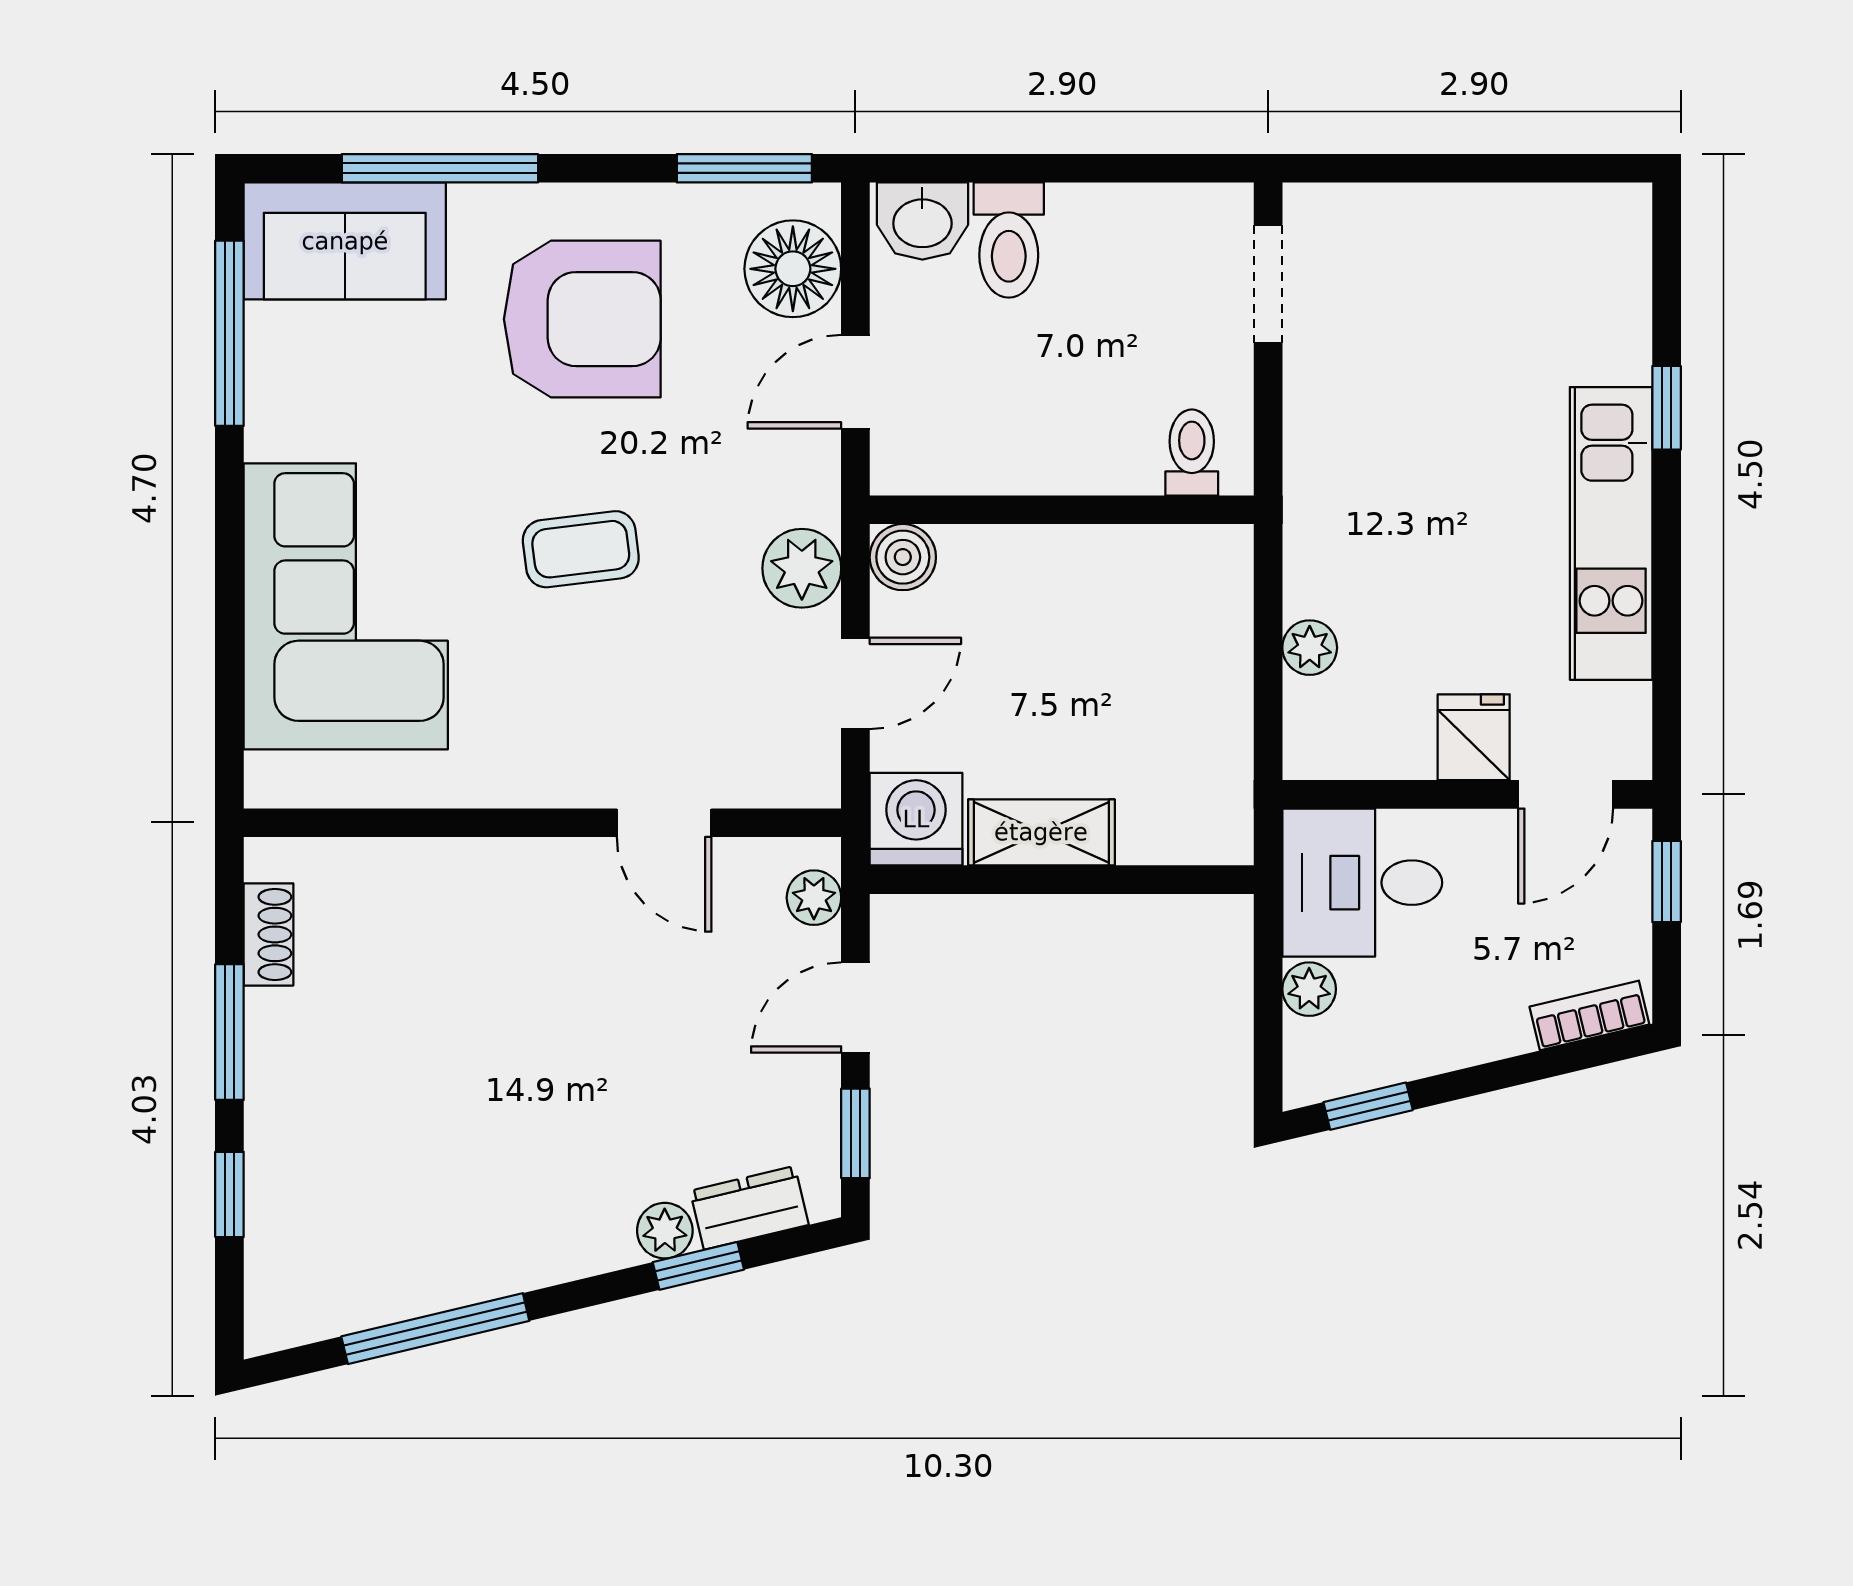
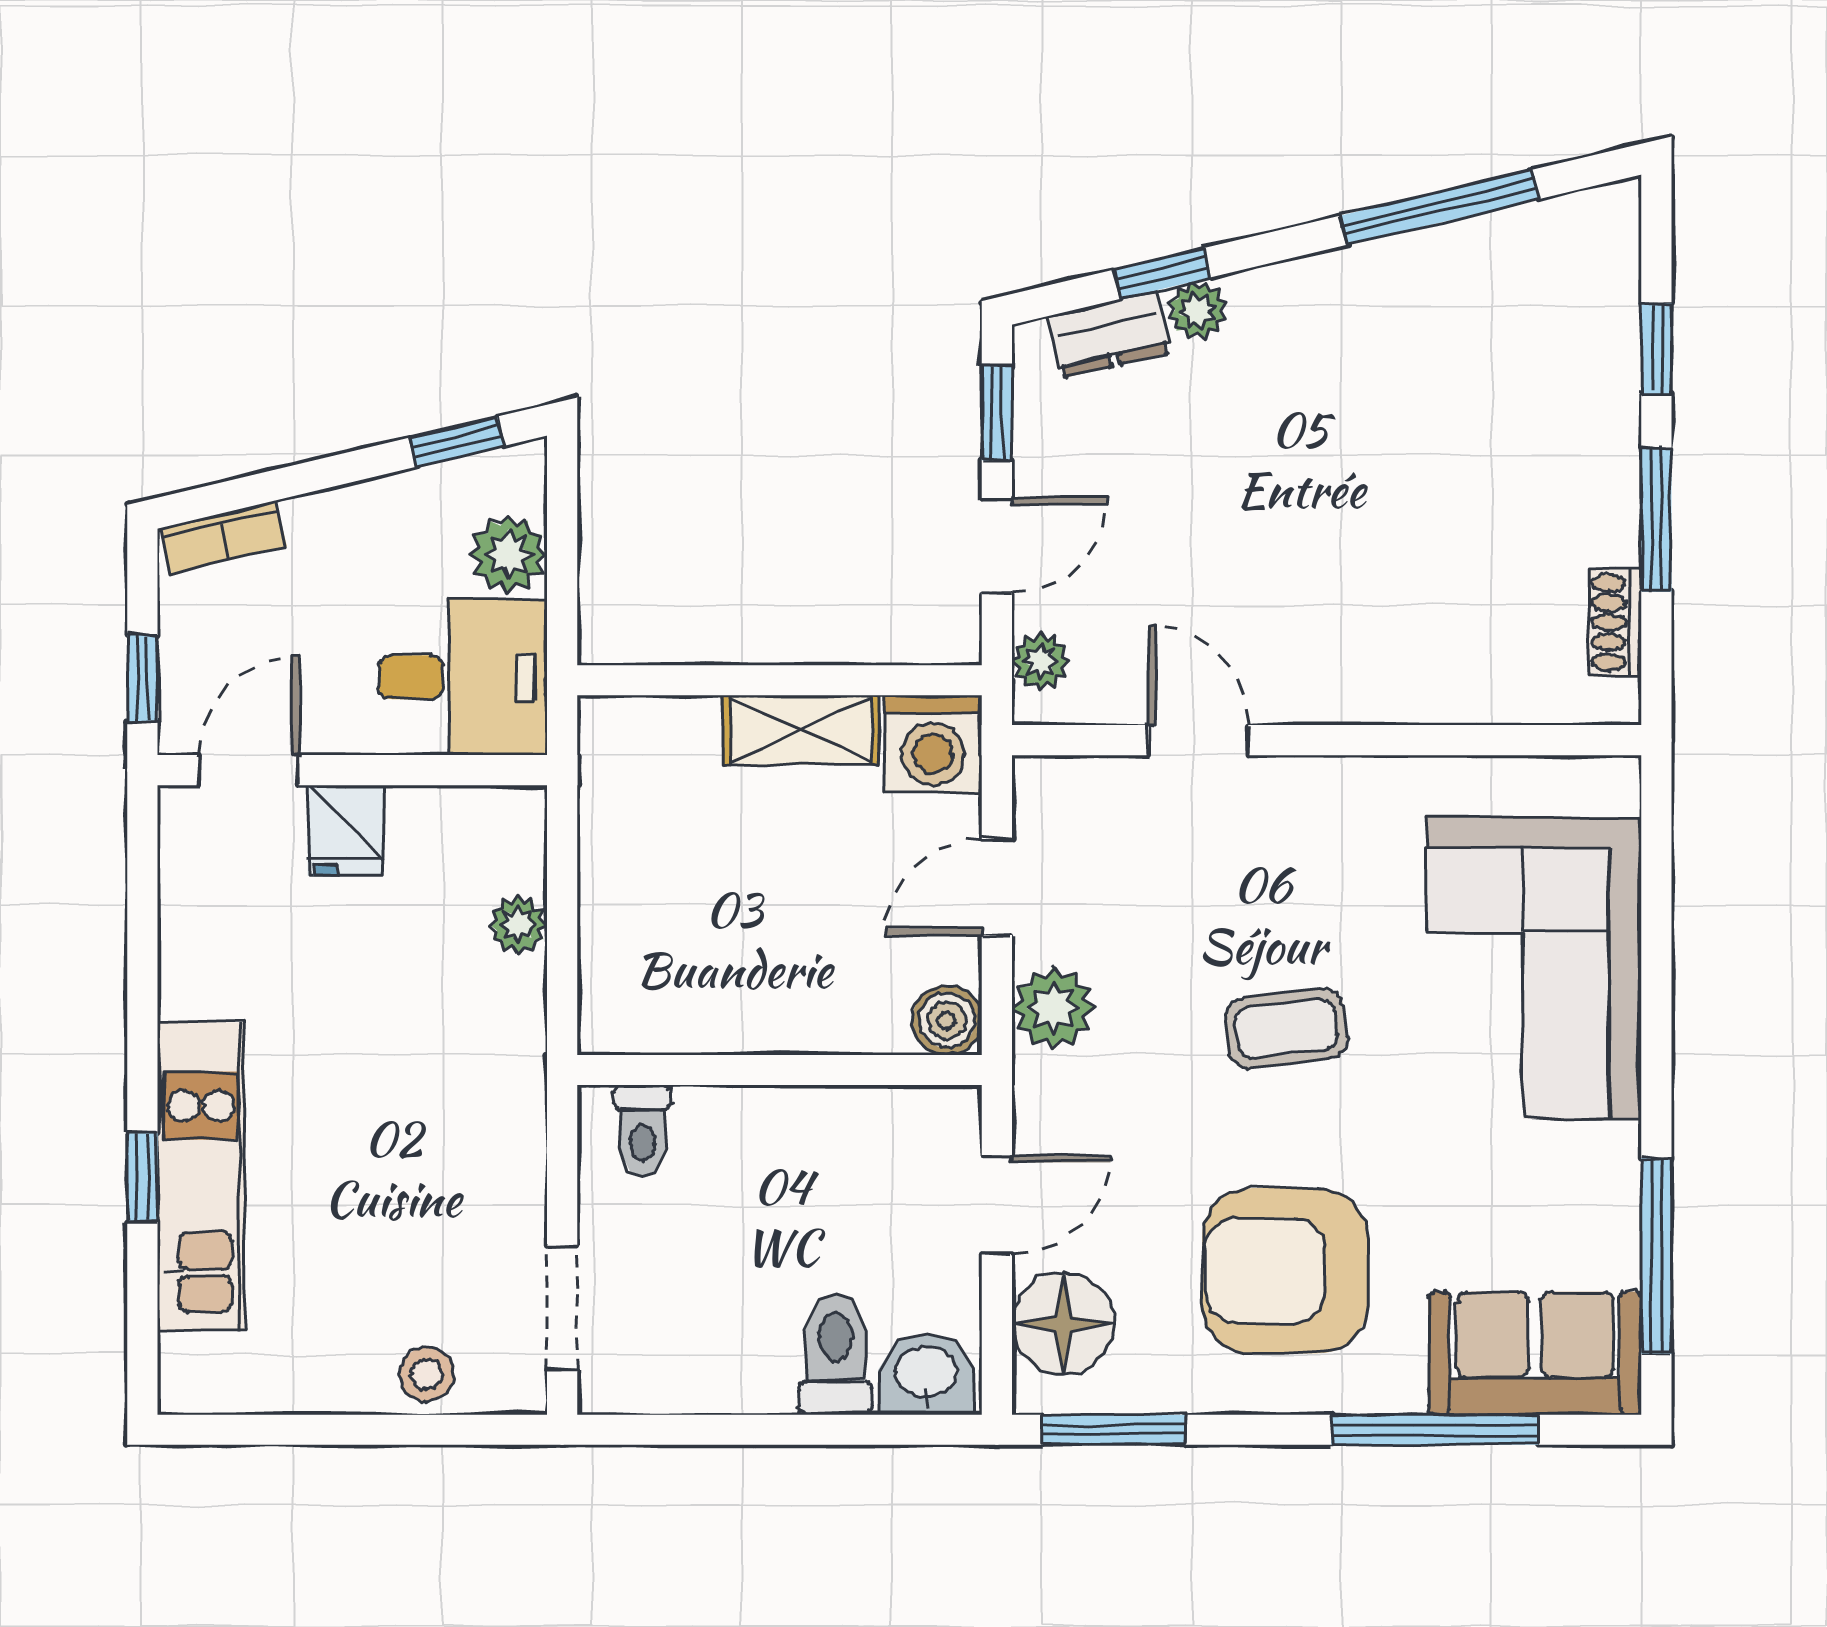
stool: (1397, 221) -> (427, 1374), added
kitchen unit: (1611, 533) -> (201, 1177), moved
plant: (1309, 989) -> (508, 554), width x1.38, depth x1.38

